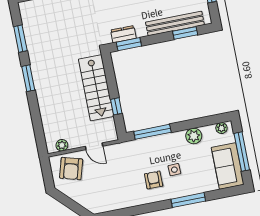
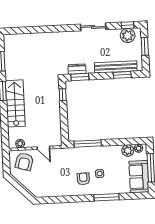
stairs: (96, 88) -> (15, 103), moved, turned 180
window: (116, 106) -> (63, 95), moved
plant: (194, 136) -> (128, 151), moved

